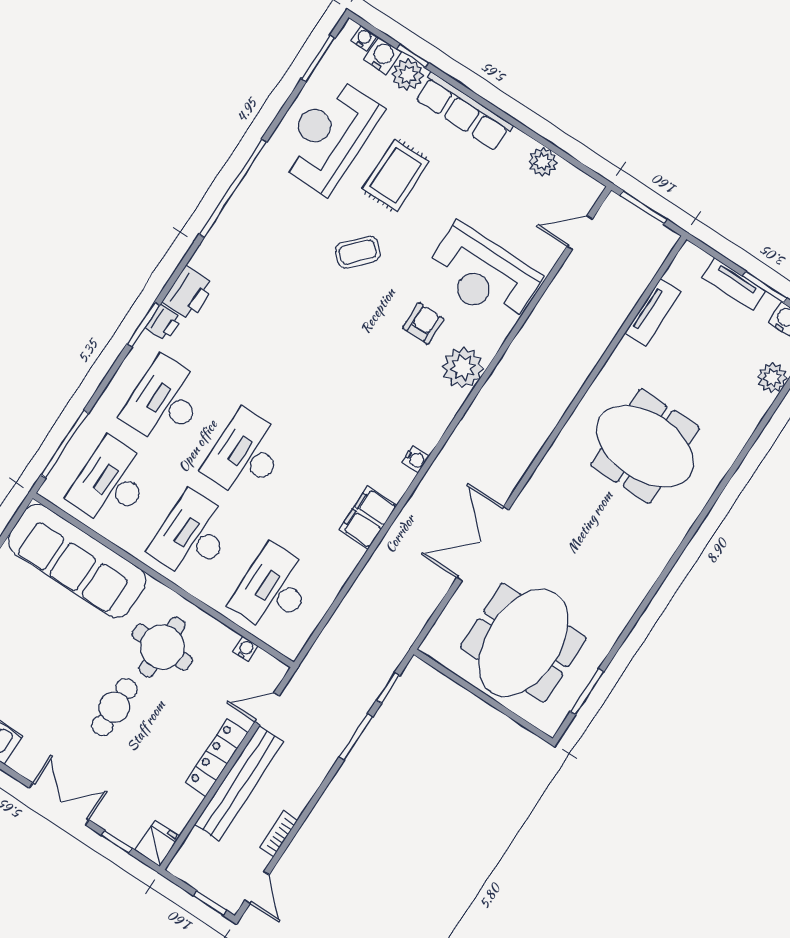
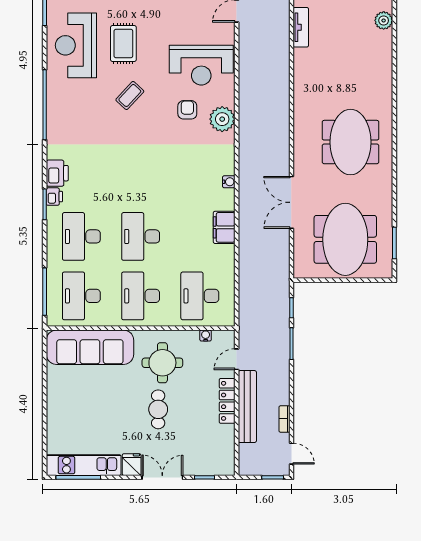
meeting table: (645, 446) -> (351, 142), moved, turned 90
fridge: (157, 843) -> (132, 465), moved

